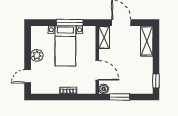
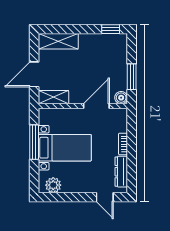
plant: (37, 55) -> (53, 185), moved
dresser: (47, 89) -> (121, 172), added

